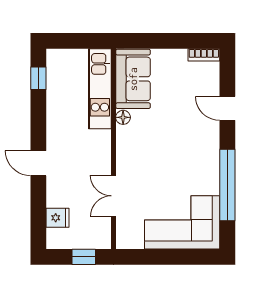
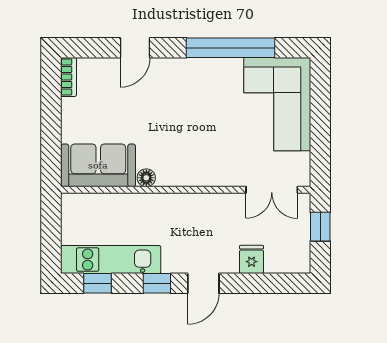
kitchen unit: (100, 89) -> (111, 260), moved, turned 180
window: (38, 126) -> (157, 283), added
double door: (113, 196) -> (272, 190), moved
fridge: (58, 218) -> (252, 259), moved

